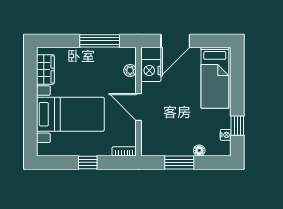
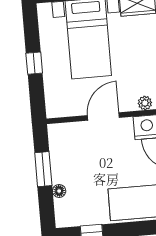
nightstand: (226, 135) -> (80, 220), removed
bookcase: (124, 151) -> (51, 104), removed

